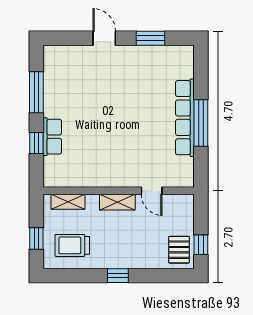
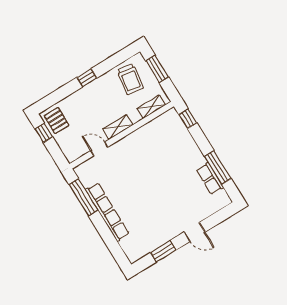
window: (201, 123) -> (83, 197), moved
row of seats: (52, 137) -> (210, 179), moved
window: (36, 143) -> (188, 119), moved
window: (36, 238) -> (157, 69), width x1.50
trolley: (72, 245) -> (130, 79), turned 99

